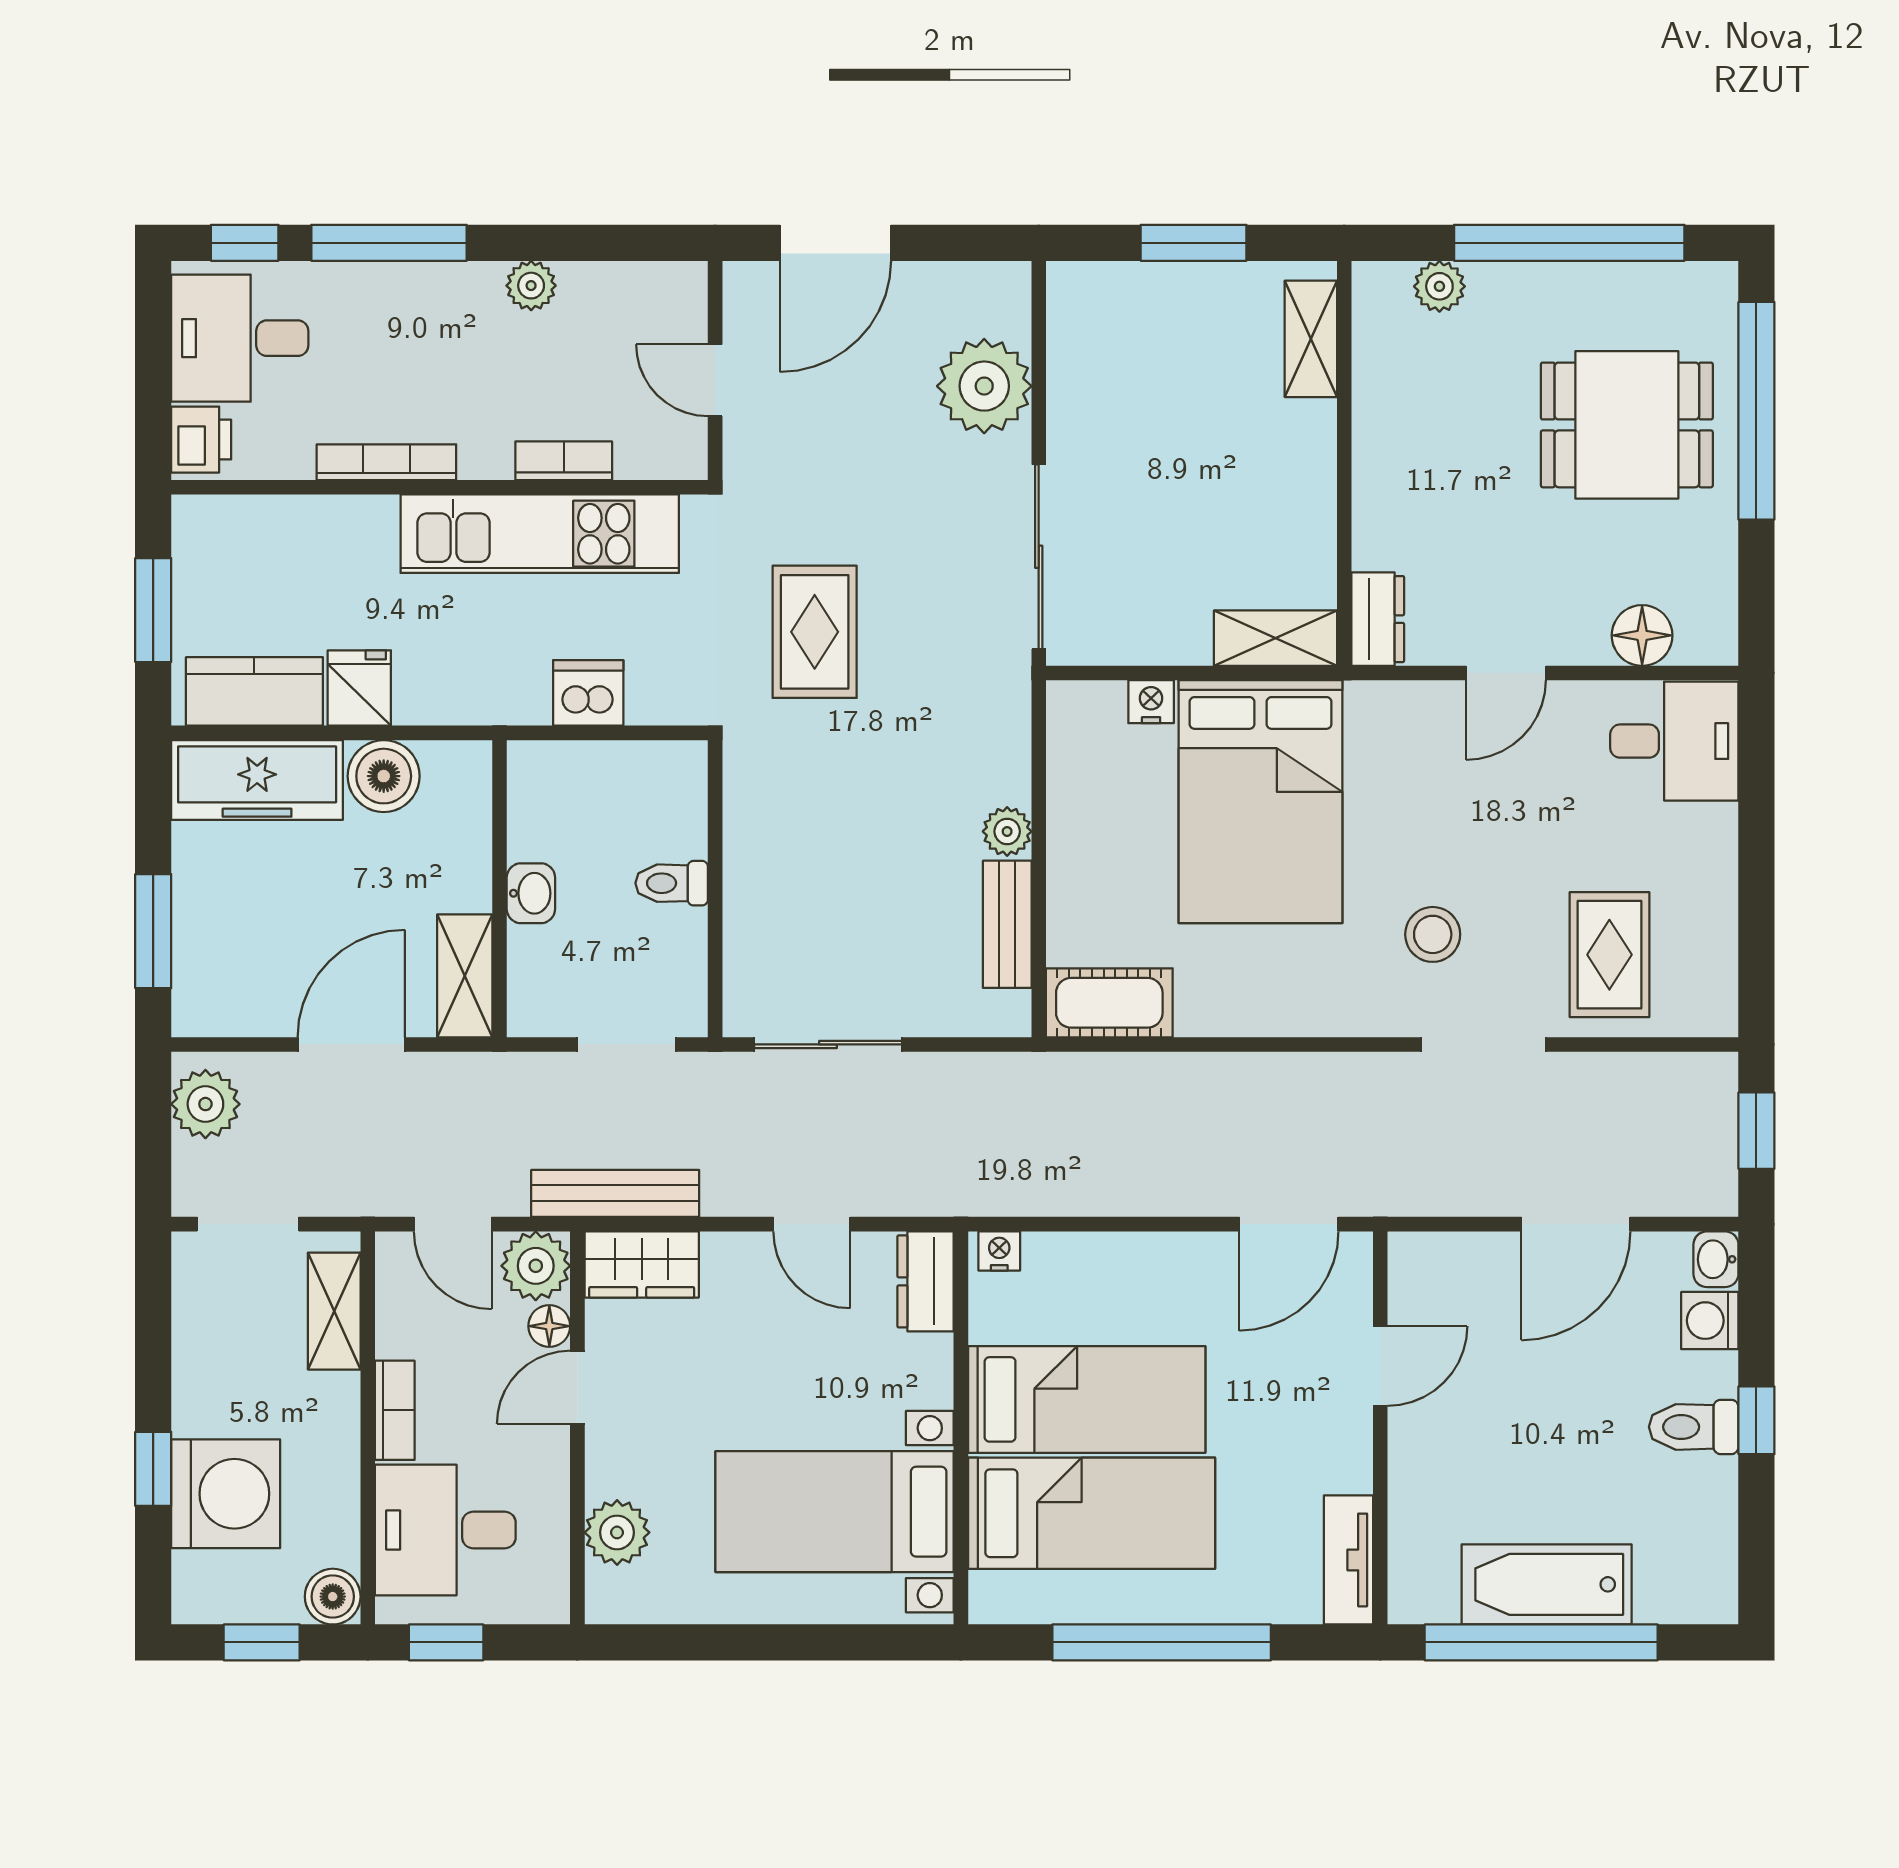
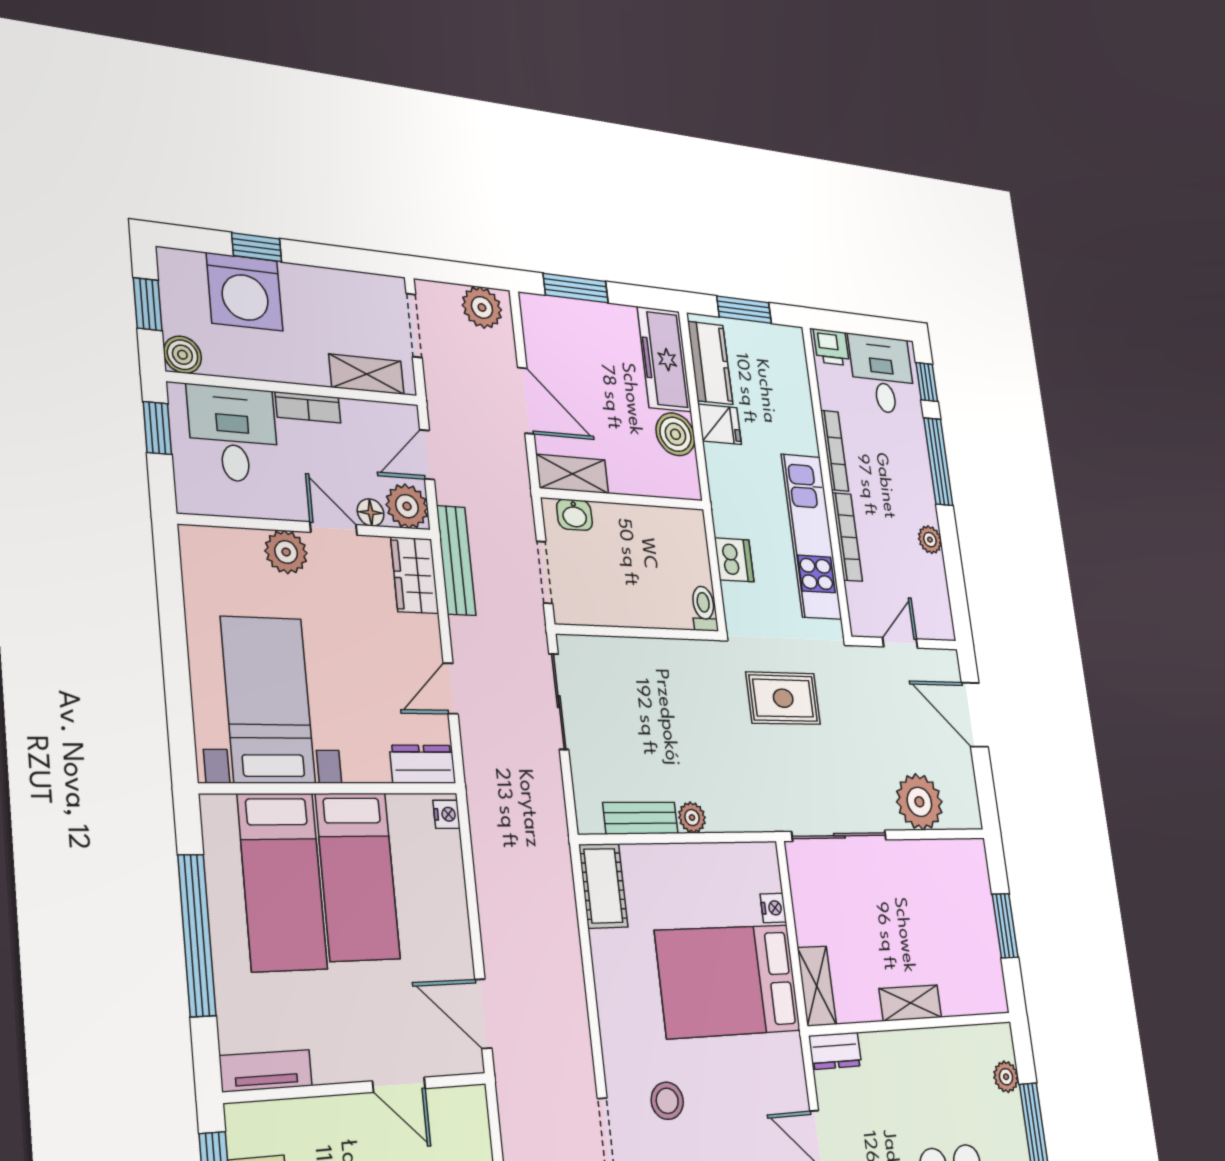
shelving: (1311, 339) -> (910, 1003), moved
bookcase: (564, 461) -> (847, 537), width x1.56
toilet: (672, 883) -> (704, 609), moved
washbasin: (531, 893) -> (575, 515), moved
plant: (617, 1532) -> (286, 552), moved

